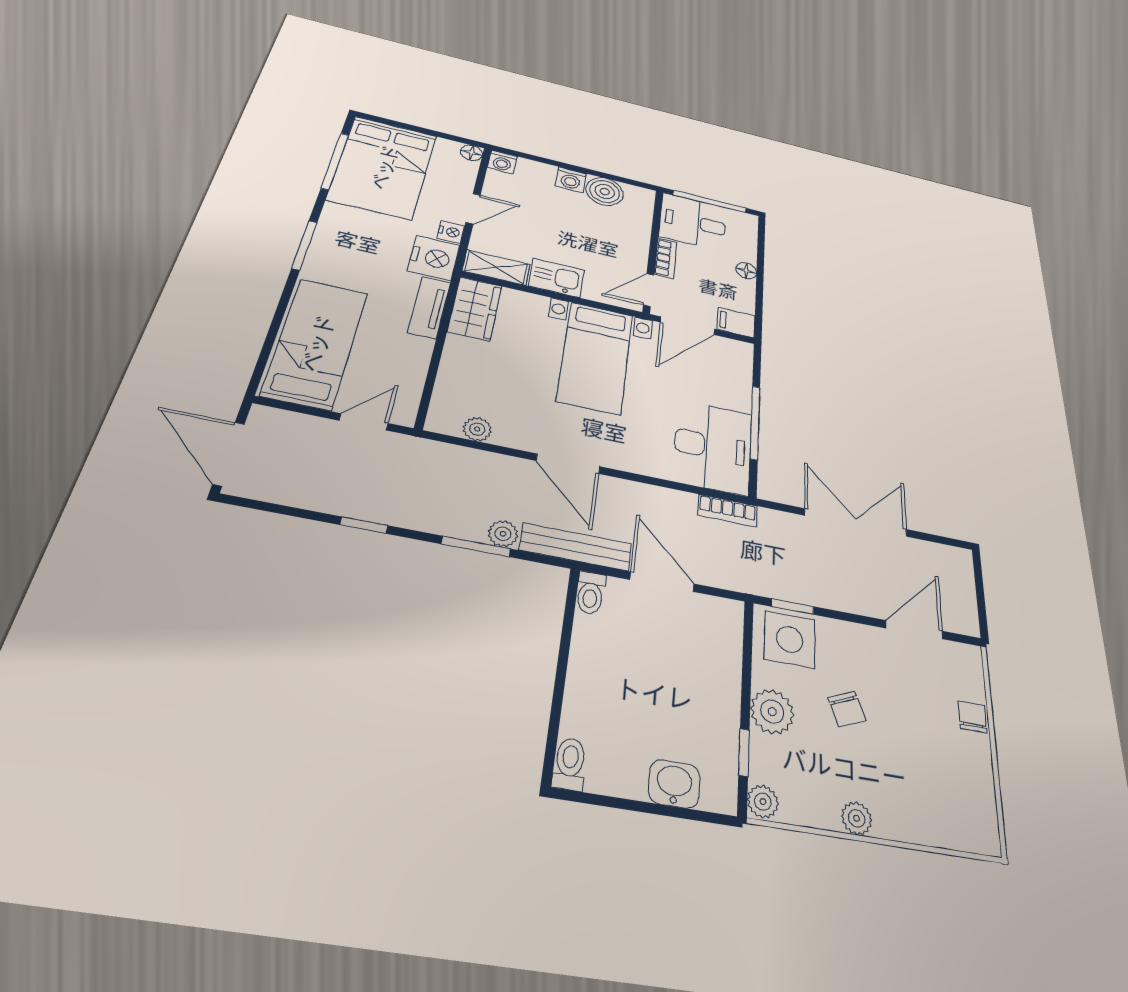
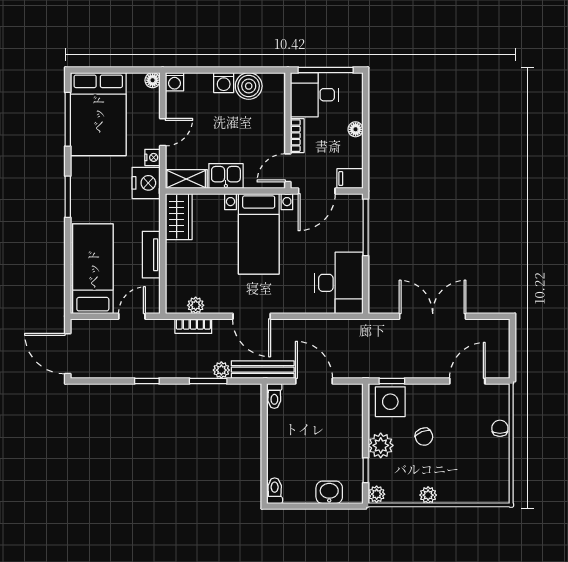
tv unit: (429, 307) -> (151, 255), moved
window: (755, 422) -> (366, 227), moved
bookcase: (728, 511) -> (193, 326), moved

